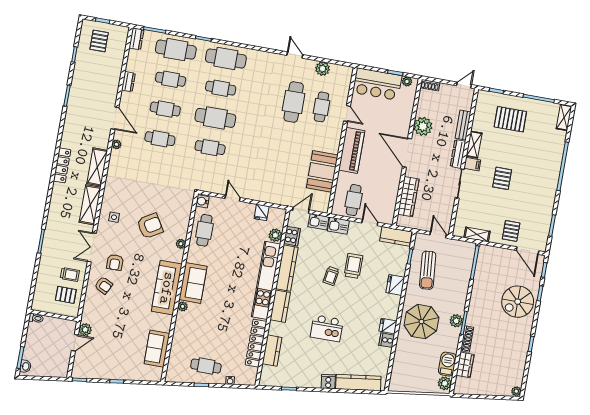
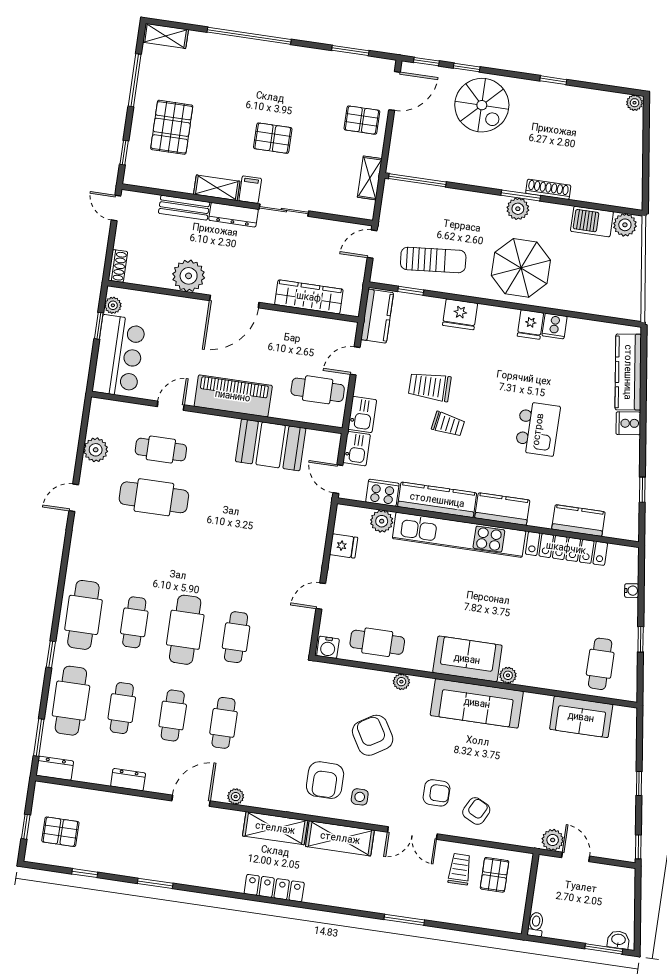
armchair: (125, 197) -> (325, 780), added
wardrobe: (465, 365) -> (592, 191), removed
cafe table: (206, 366) -> (600, 664), moved

